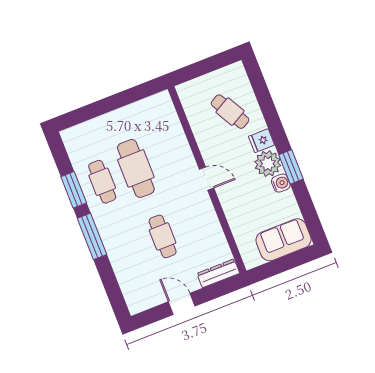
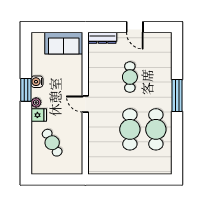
plant: (268, 164) -> (36, 103), width x0.53, depth x0.53
cafe table: (102, 182) -> (156, 129), width x1.37, depth x1.35
window: (74, 190) -> (177, 131), removed
sofa: (284, 240) -> (64, 43), moved

